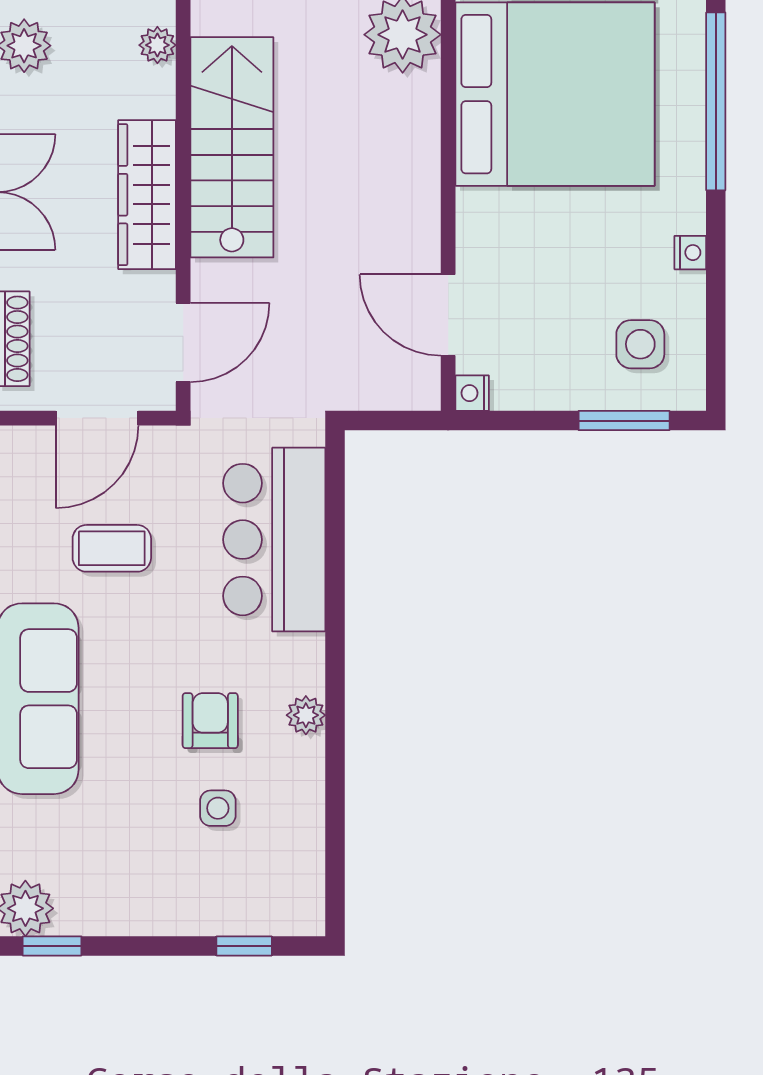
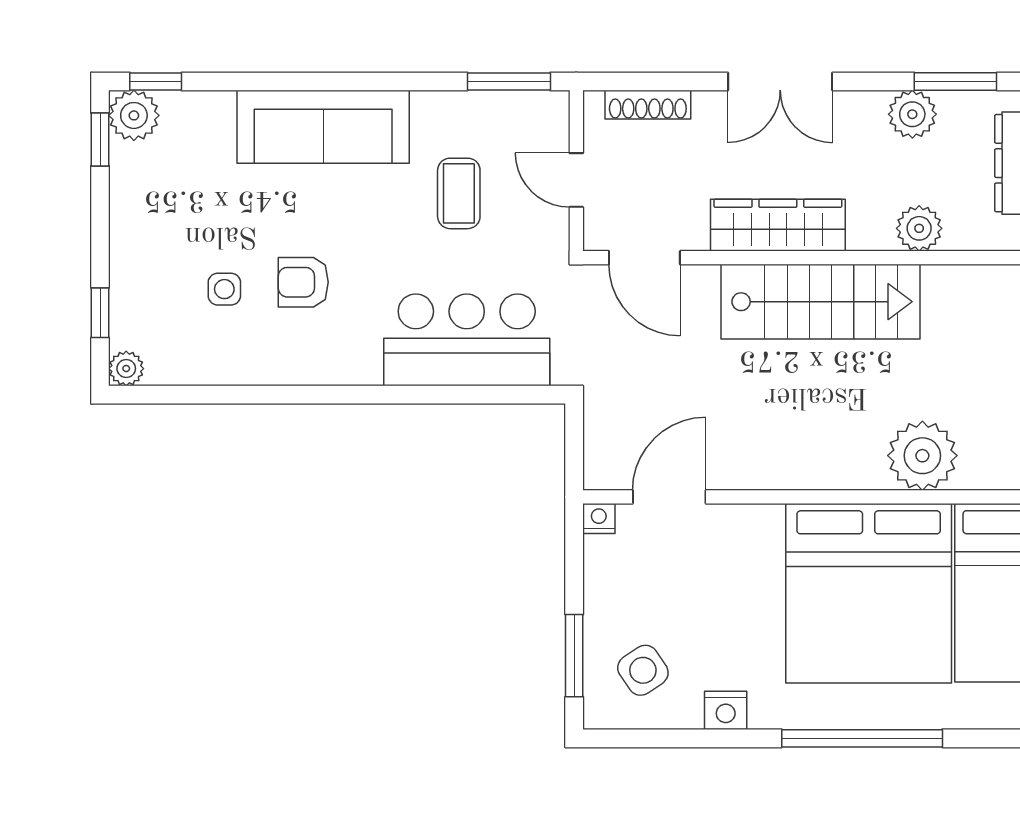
plant: (157, 45) -> (919, 228), width x1.38, depth x1.38
nightstand: (690, 253) -> (726, 710), width x1.39, depth x1.35
side table: (640, 344) -> (643, 670), turned -34
door: (97, 418) -> (576, 180), width x0.73
plant: (306, 715) -> (126, 369), moved
armchair: (210, 721) -> (303, 282), turned 180

